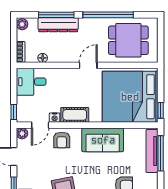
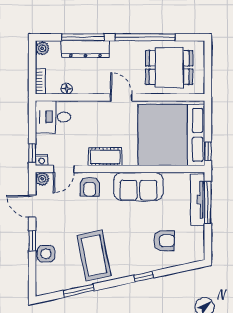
door: (88, 65) -> (121, 97), hinge flipped
nightstand: (55, 118) -> (42, 160), moved

